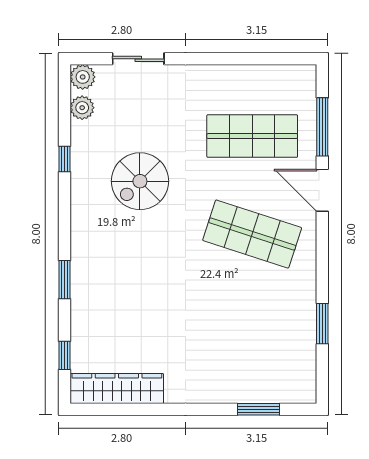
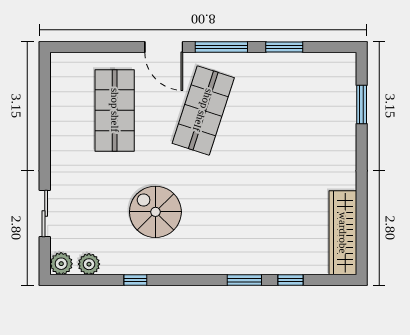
window: (322, 127) -> (221, 47), moved
spiral stairs: (140, 181) -> (155, 212), turned 180
door: (322, 190) -> (164, 47), hinge flipped
window: (65, 355) -> (290, 280), moved

